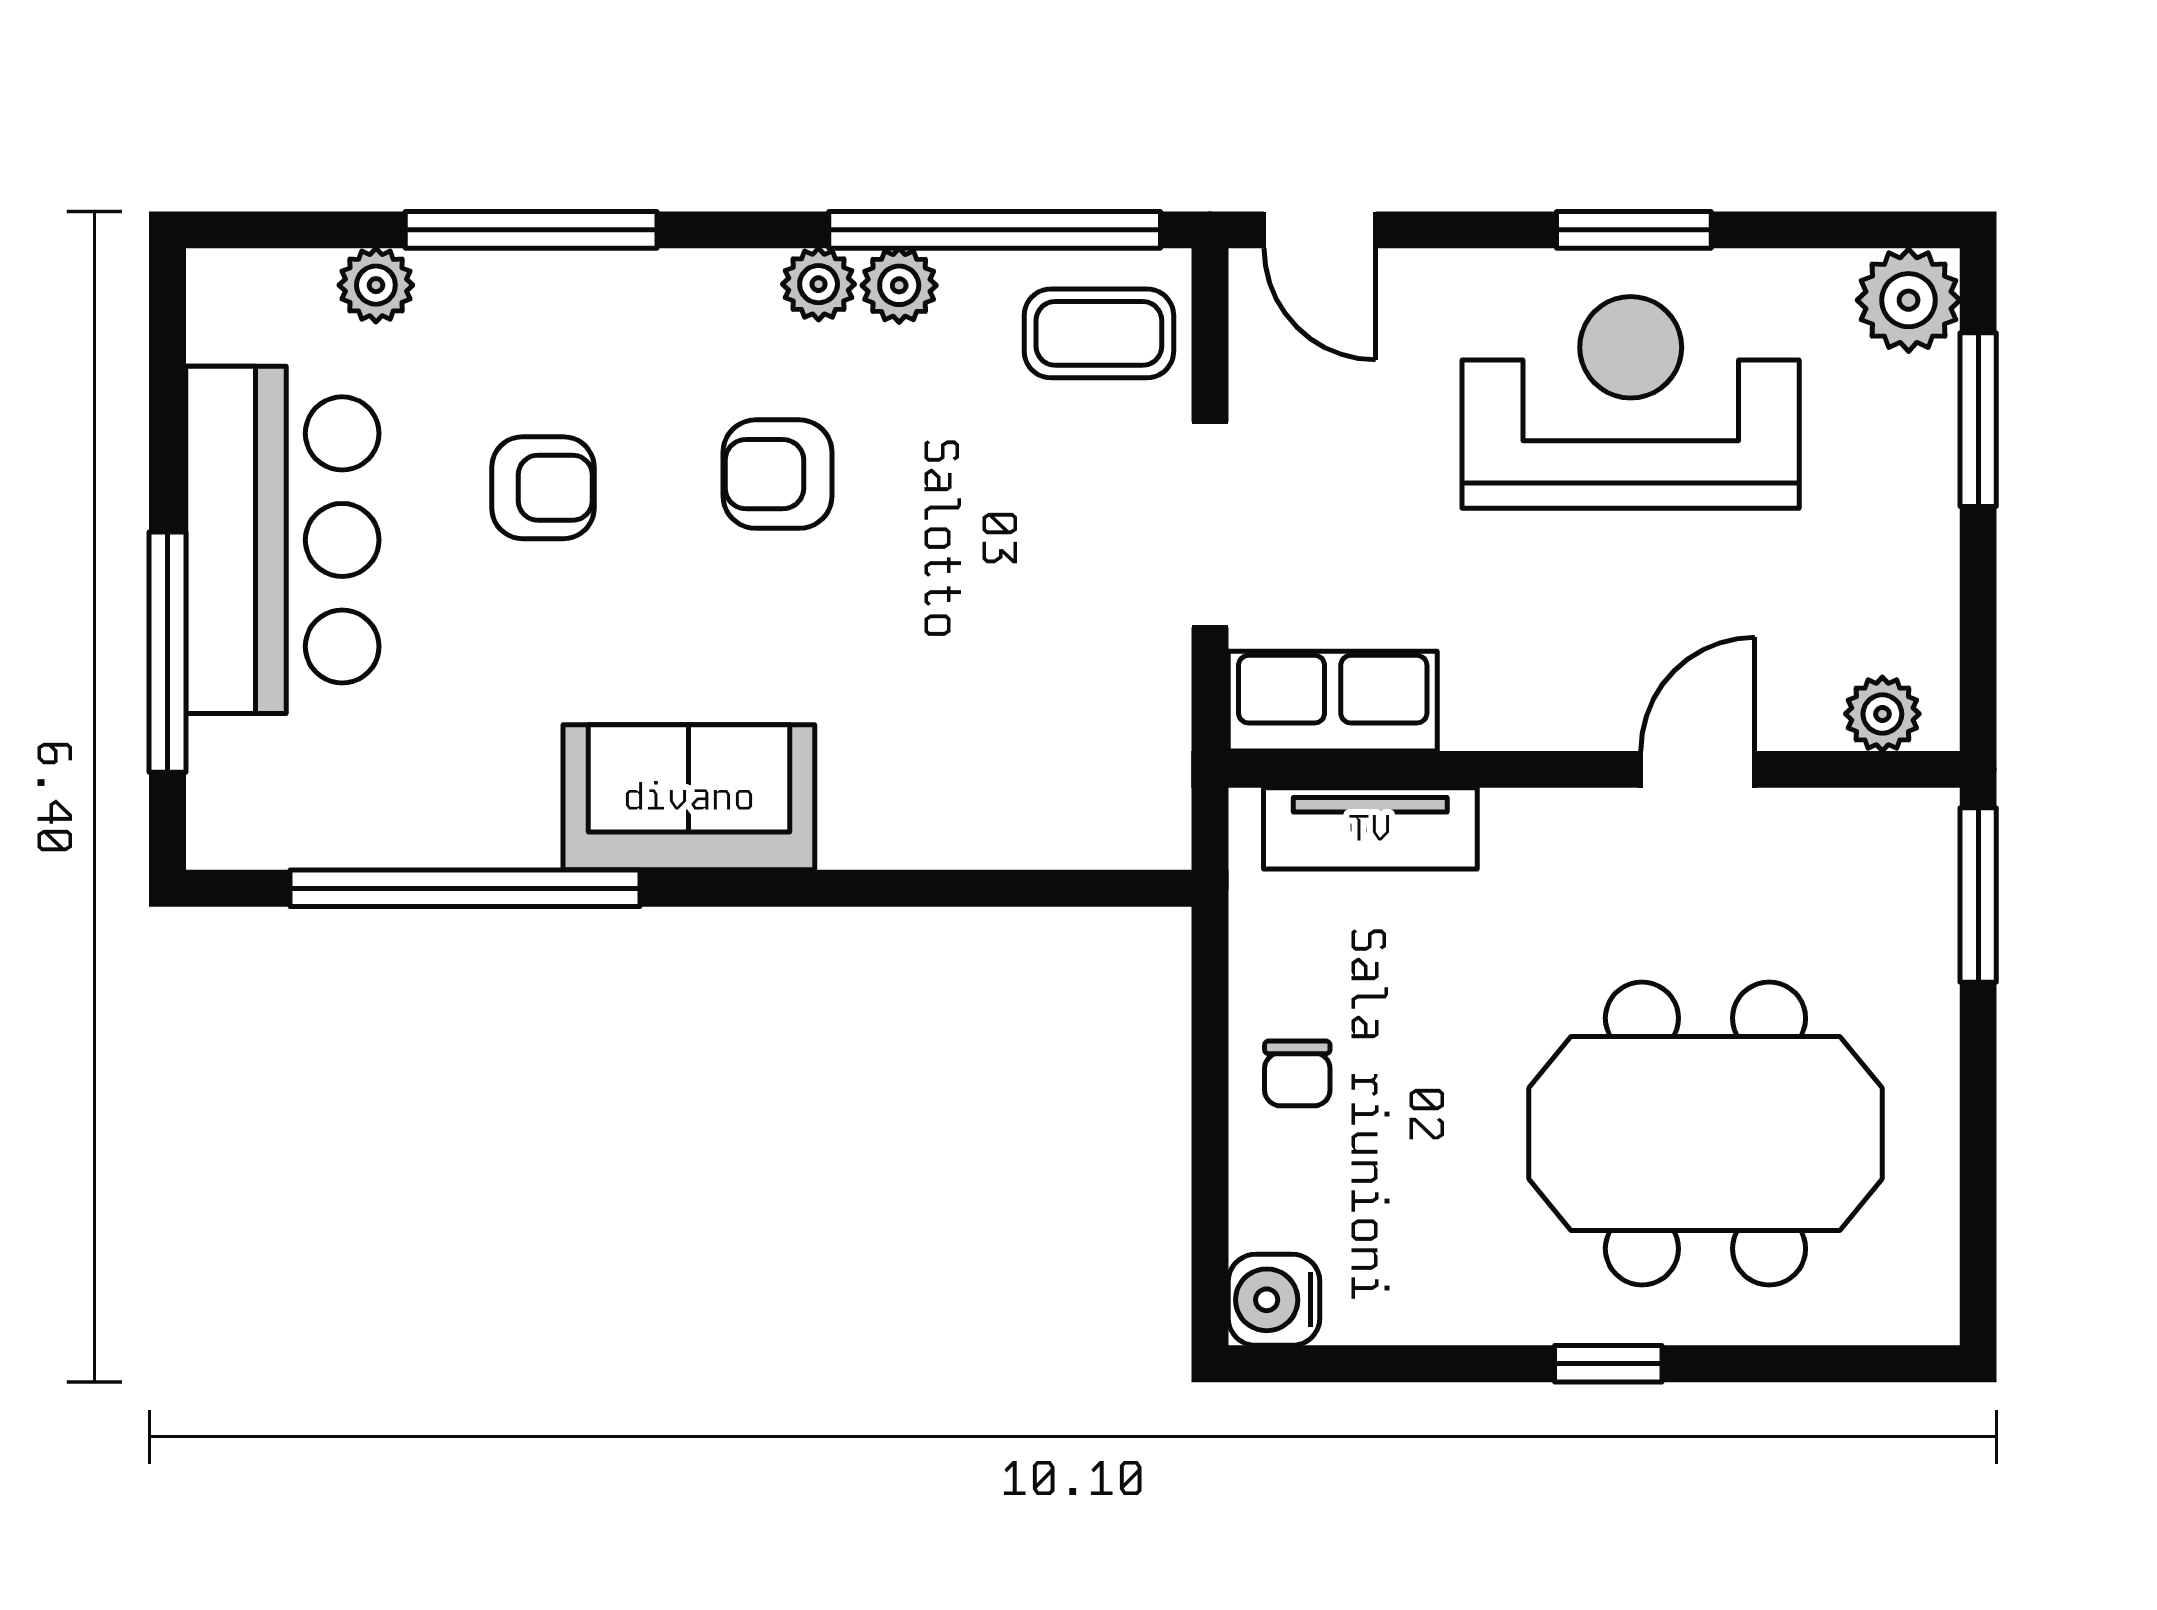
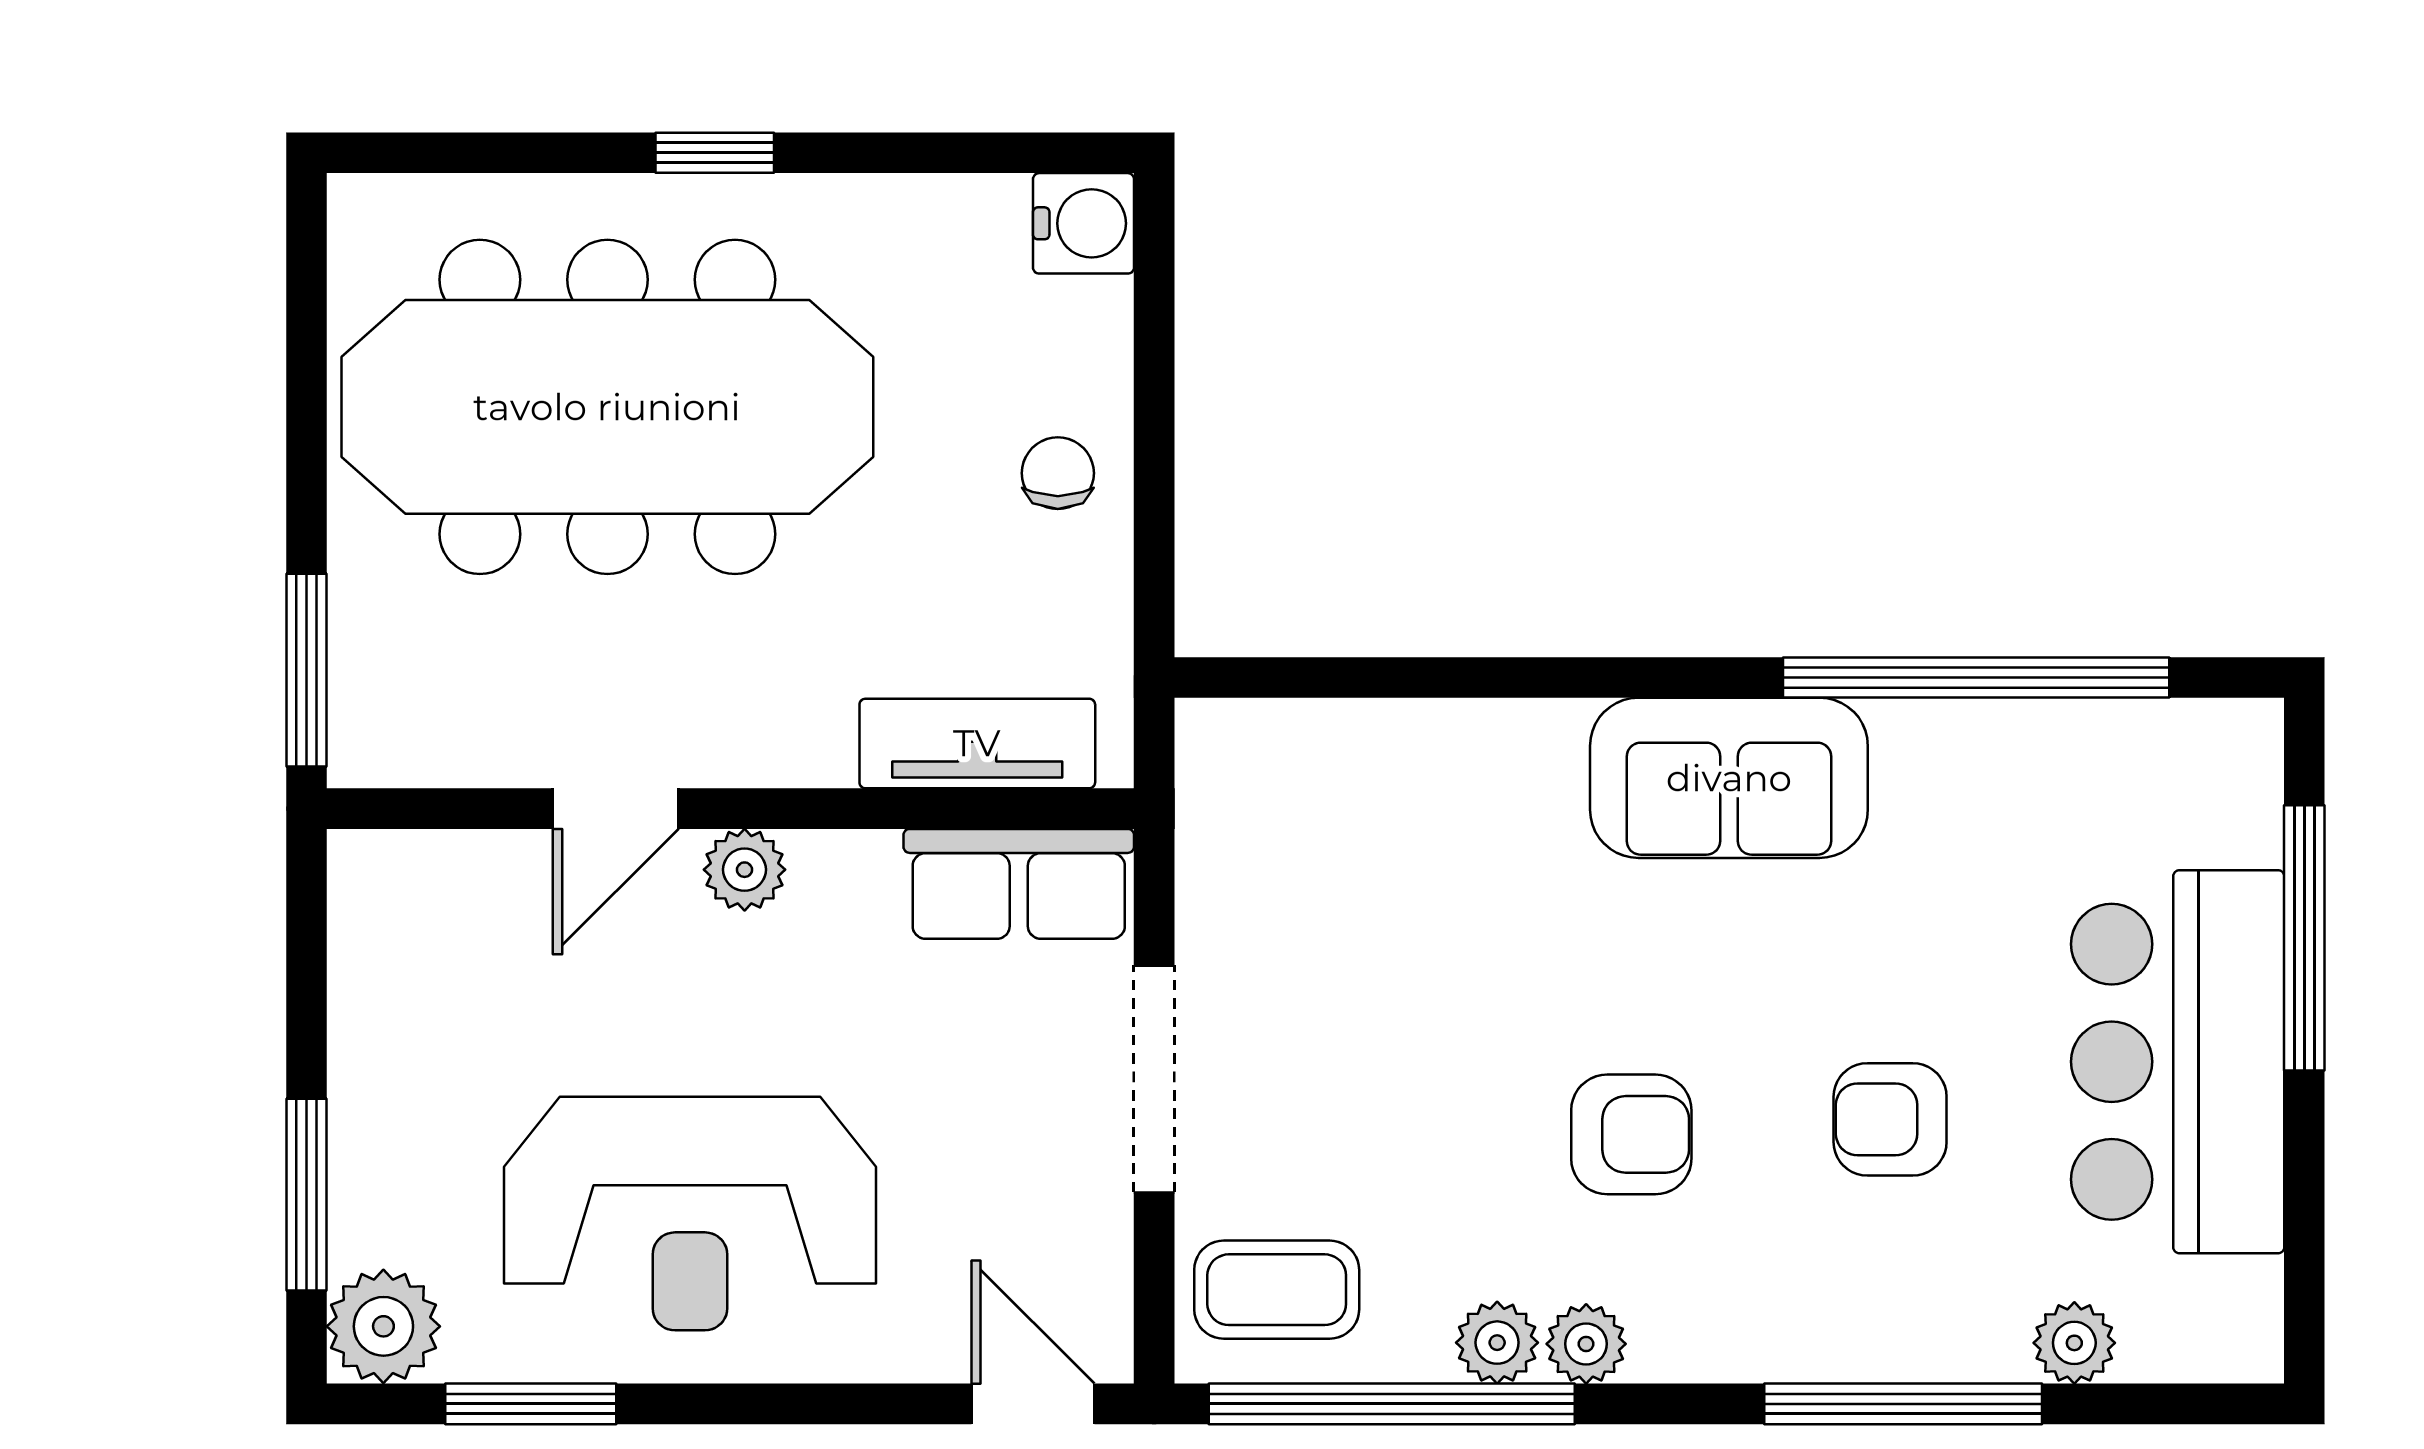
window: (1634, 230) -> (531, 1404), moved
plant: (1882, 714) -> (745, 870), moved
meeting table: (1705, 1133) -> (607, 407), width x1.36

